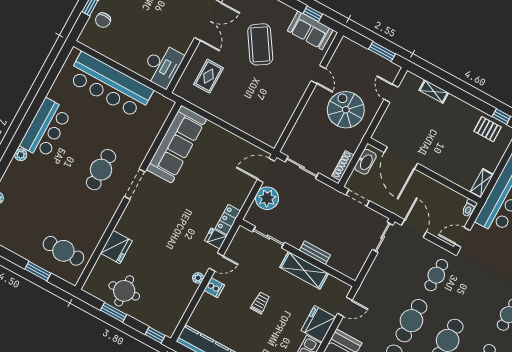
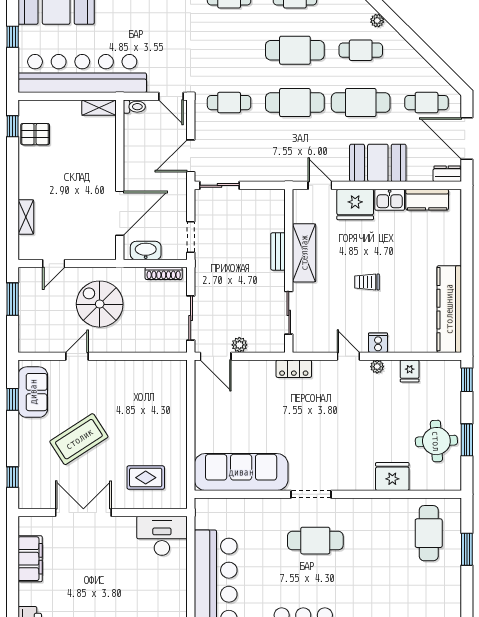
spiral stairs: (346, 110) -> (100, 304), turned 90
pallet: (488, 129) -> (35, 134), turned 90
plant: (267, 198) -> (239, 345), width x0.53, depth x0.53
fridge: (216, 238) -> (410, 371), moved

